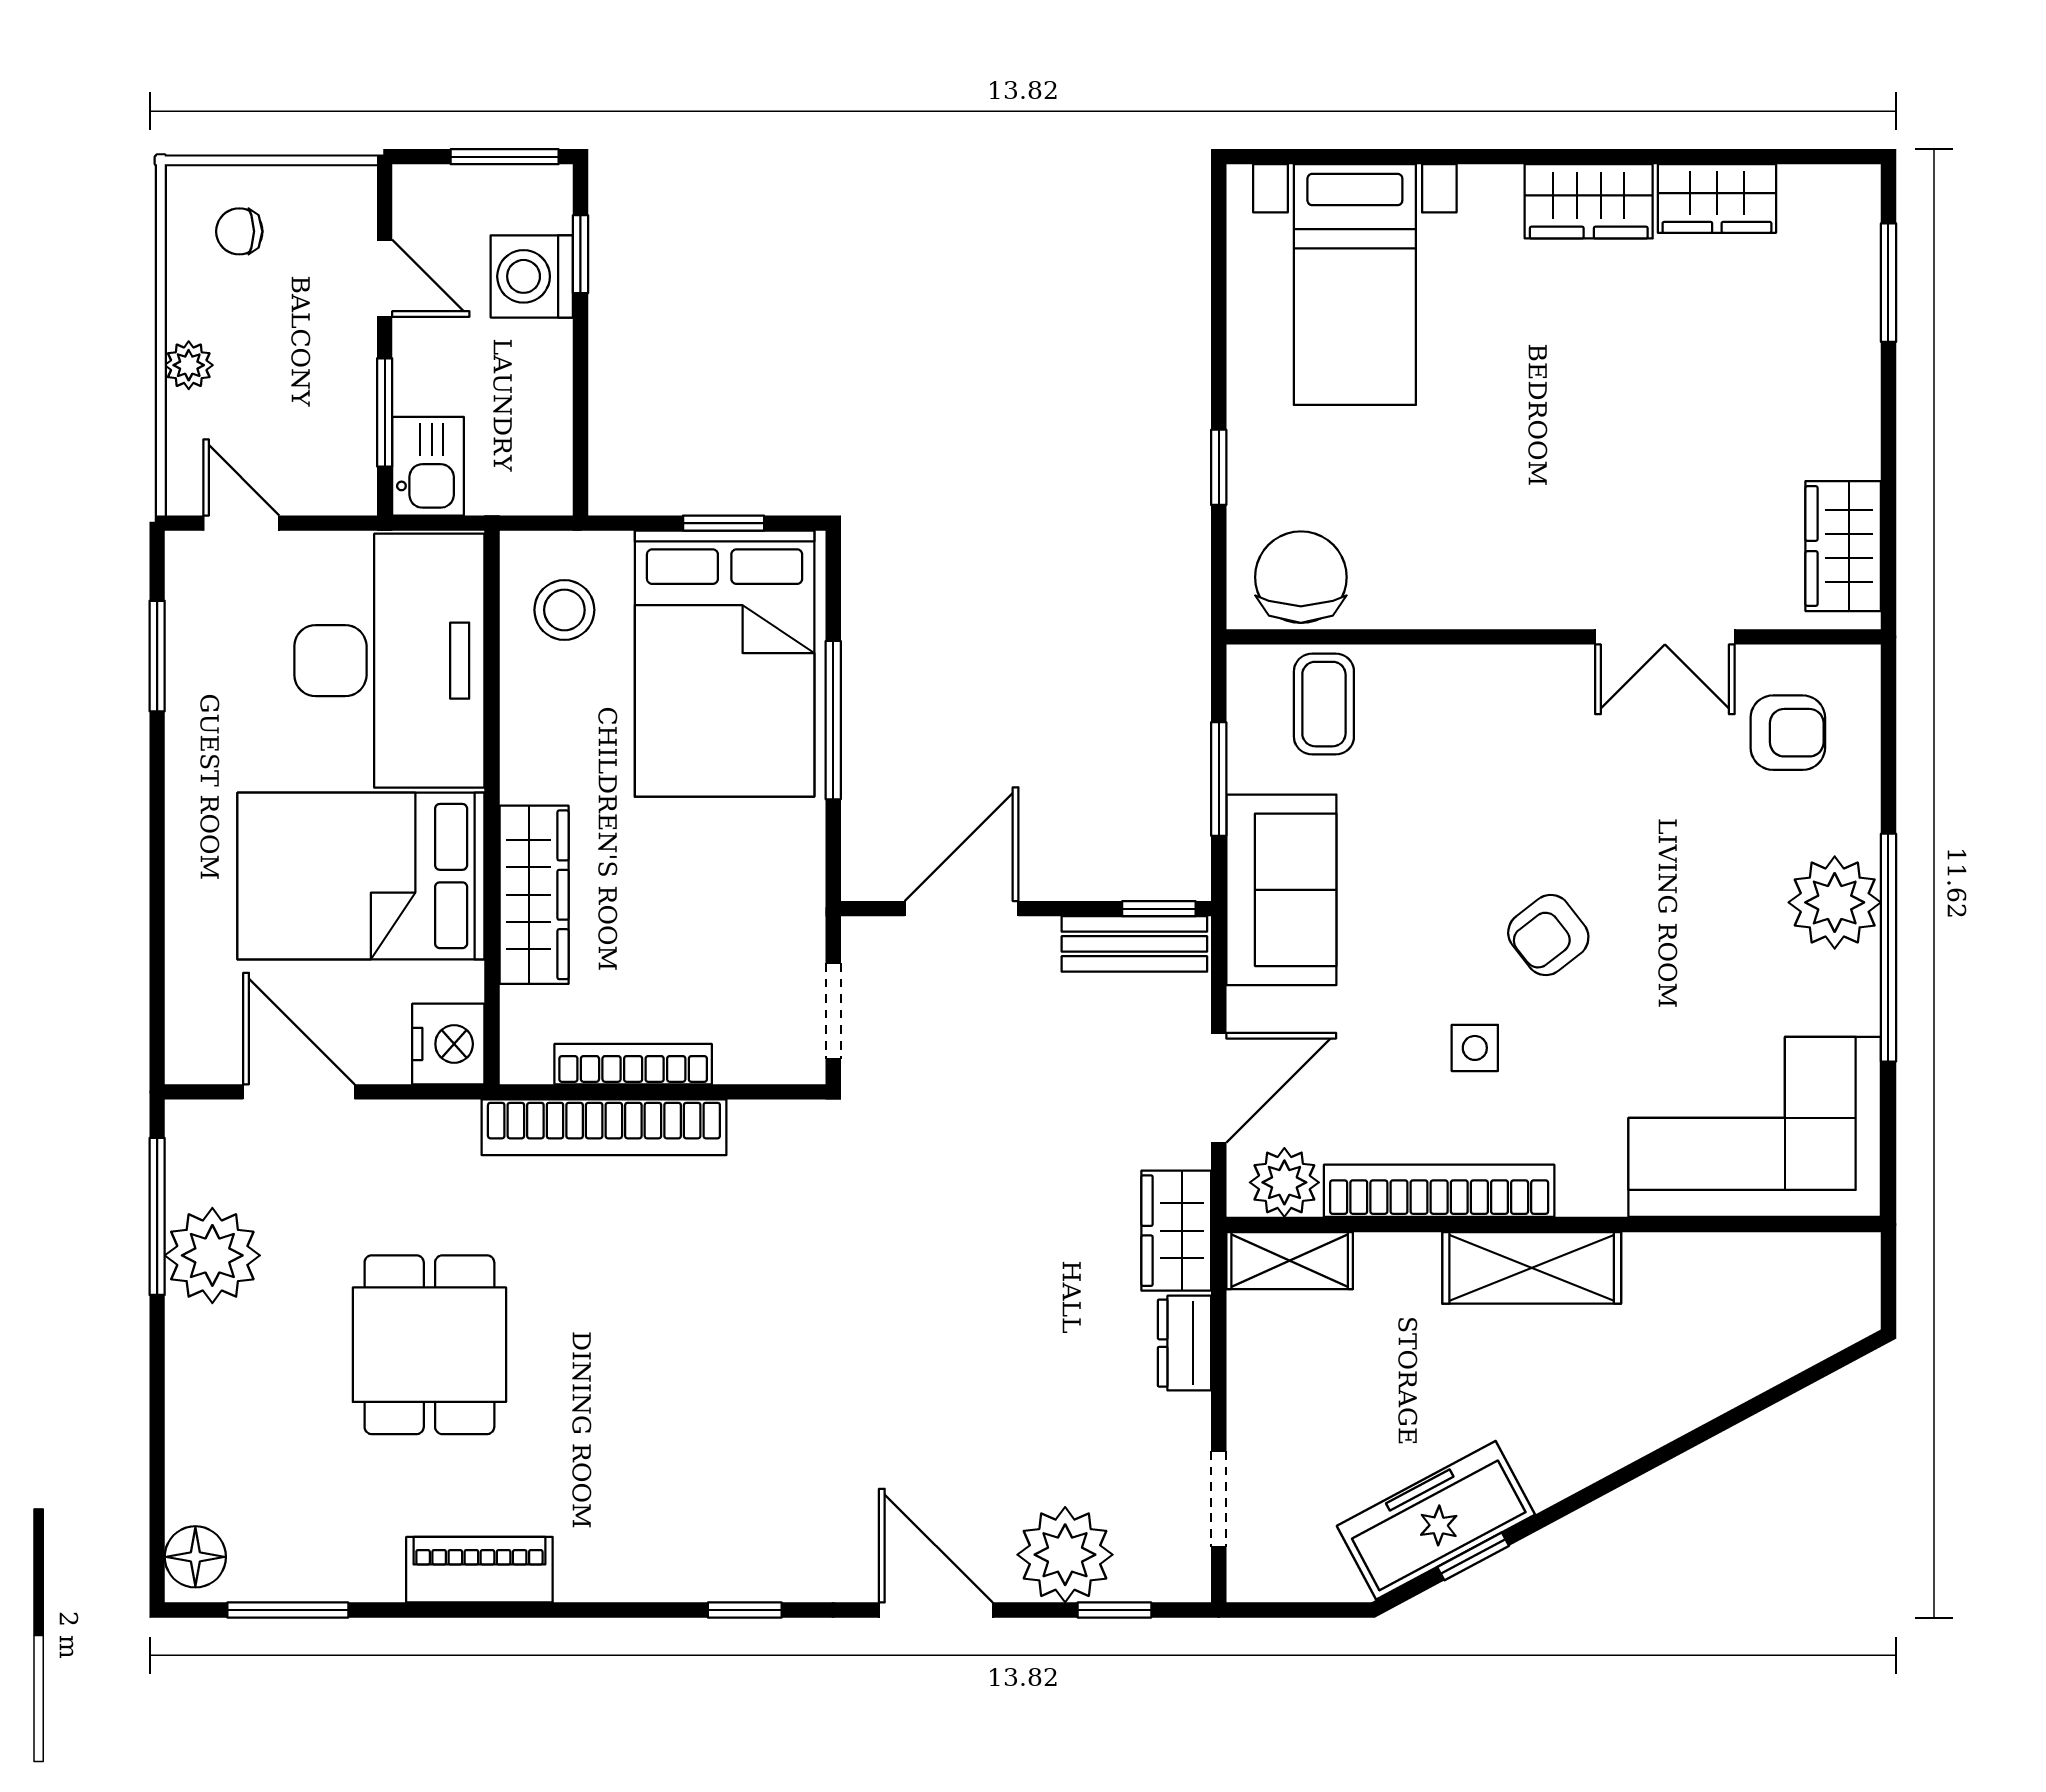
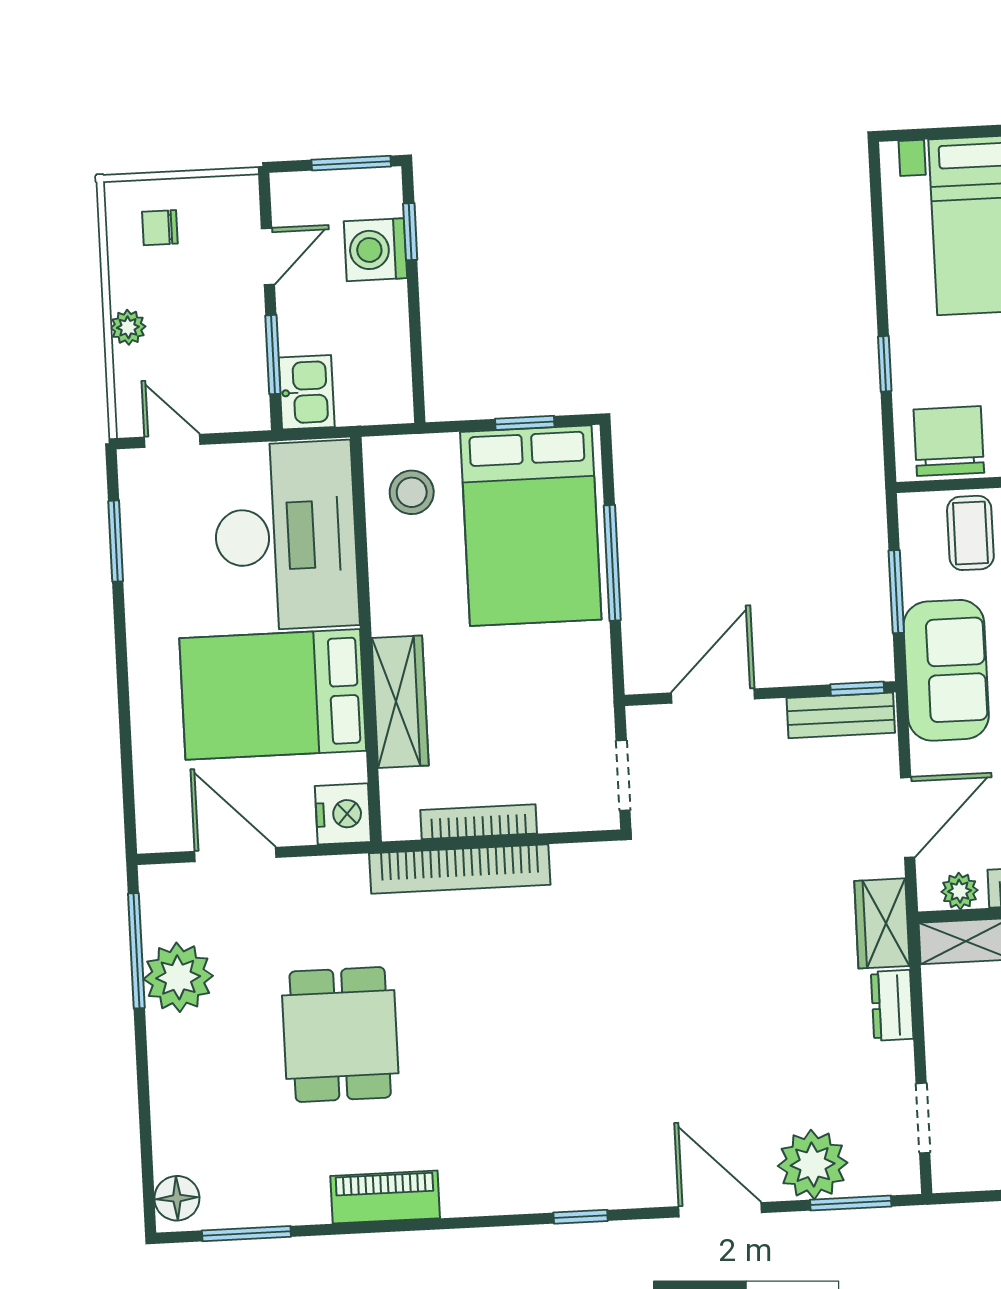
door: (385, 278) -> (268, 256), hinge flipped
plant: (1284, 1182) -> (960, 891), width x0.73, depth x0.73
window: (1114, 1610) -> (851, 1203), width x1.50

